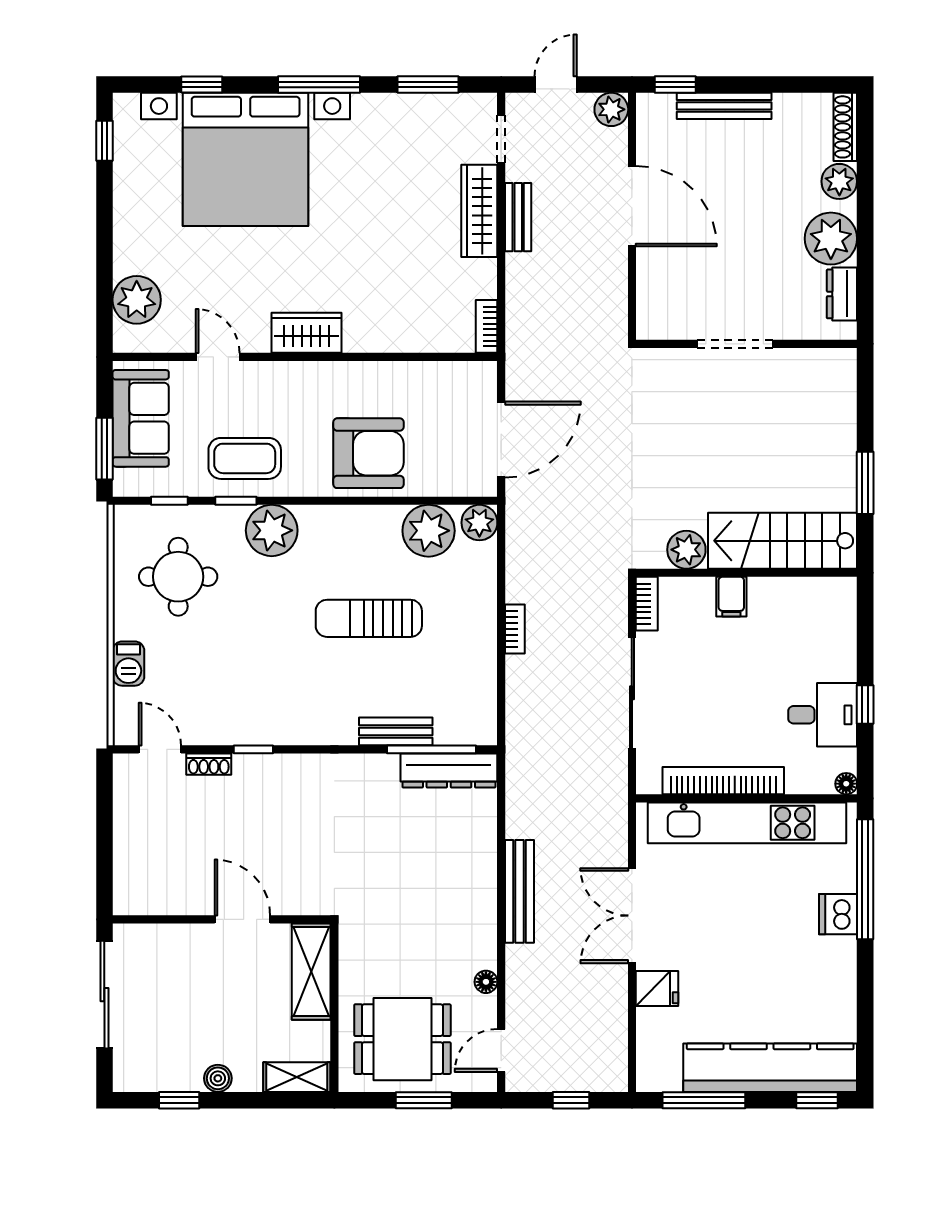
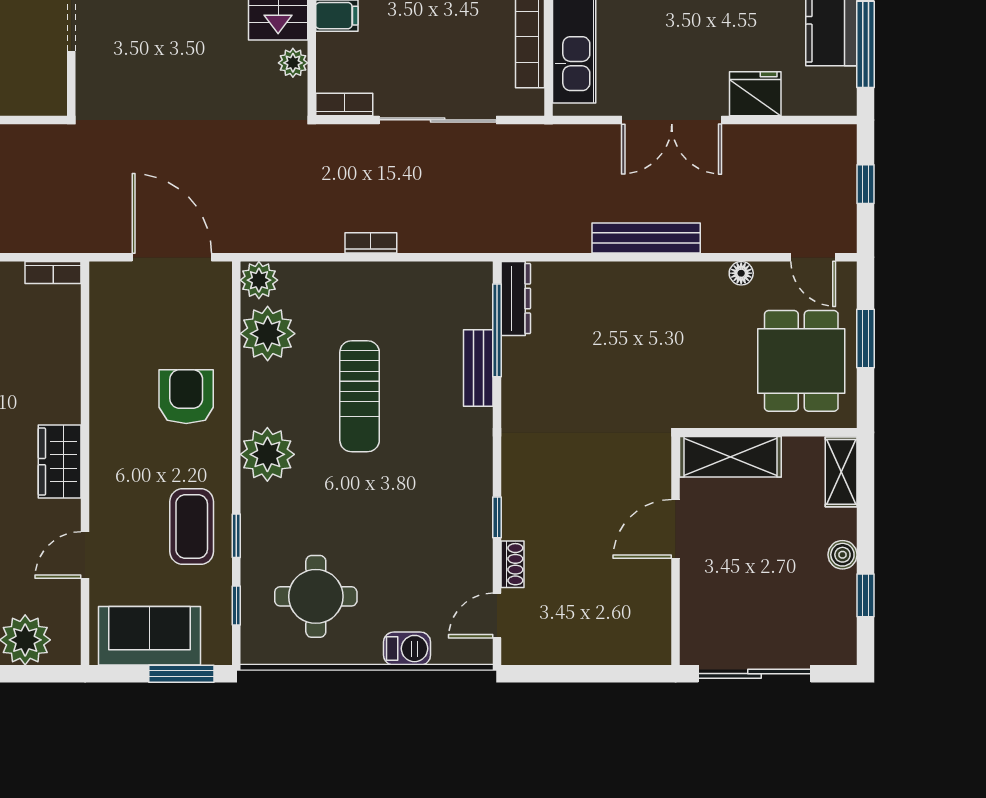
armchair: (368, 453) -> (186, 397), width x0.73, depth x0.73
plant: (272, 530) -> (267, 454), moved
plant: (686, 550) -> (293, 63), width x0.73, depth x0.73
dresser: (449, 770) -> (516, 299), width x0.73, depth x0.80
fridge: (657, 988) -> (755, 94), width x1.38

